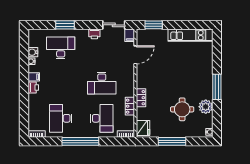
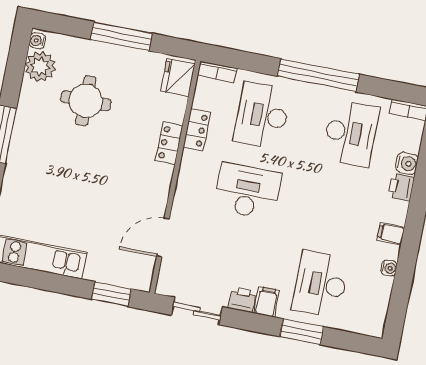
filing cabinet: (130, 35) -> (267, 302), moved
desk: (61, 48) -> (321, 284), turned 90
water cooler: (33, 52) -> (407, 163), moved
printer: (33, 88) -> (401, 187), moved
plant: (206, 107) -> (40, 67), moved

